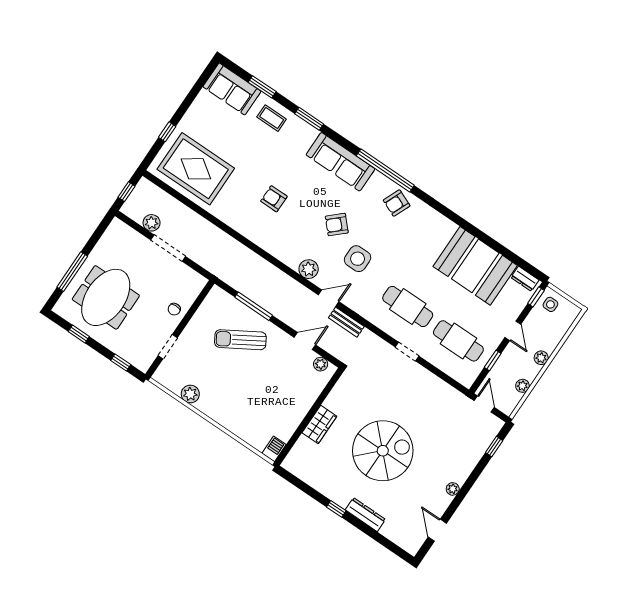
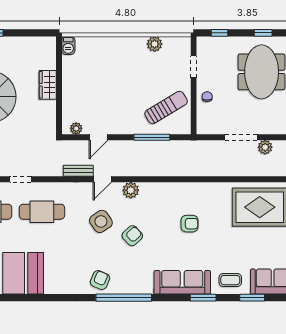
sofa: (340, 162) -> (182, 282), moved
side table: (358, 259) -> (101, 221), turned -34
sun lounger: (240, 340) -> (166, 108), moved

